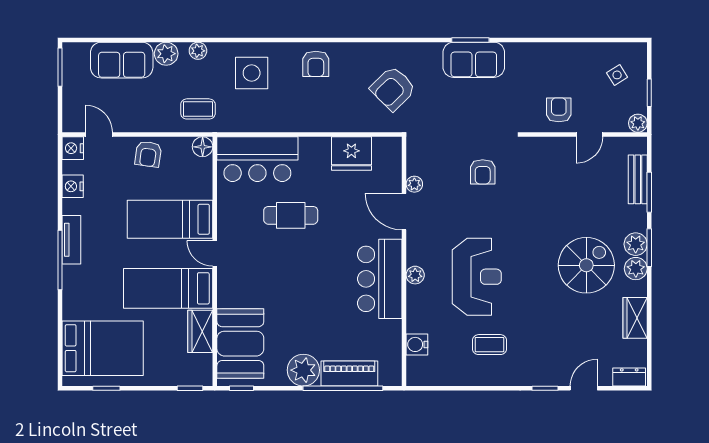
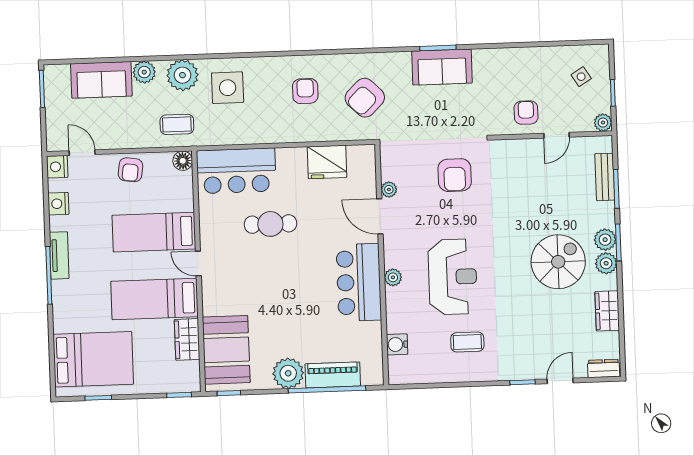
plant: (198, 51) -> (183, 75), width x1.87, depth x1.87
armchair: (316, 64) -> (305, 91), moved, turned 180
armchair: (483, 172) -> (455, 175), width x1.38, depth x1.38

